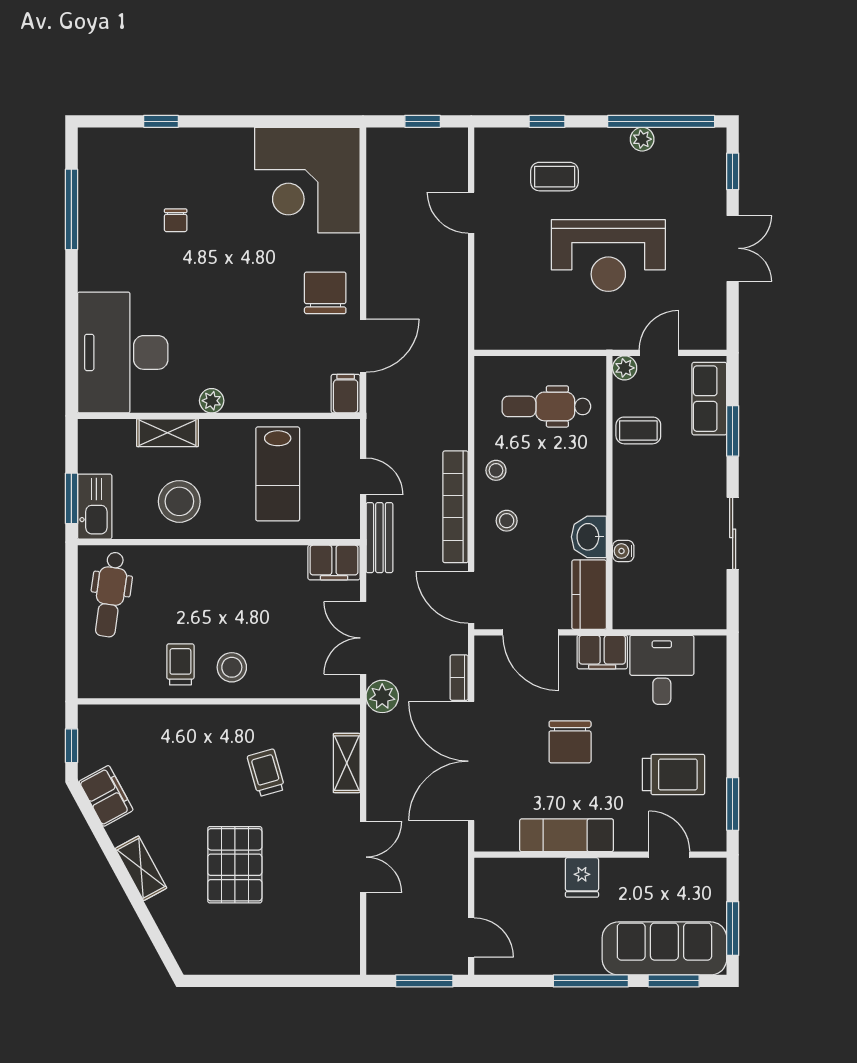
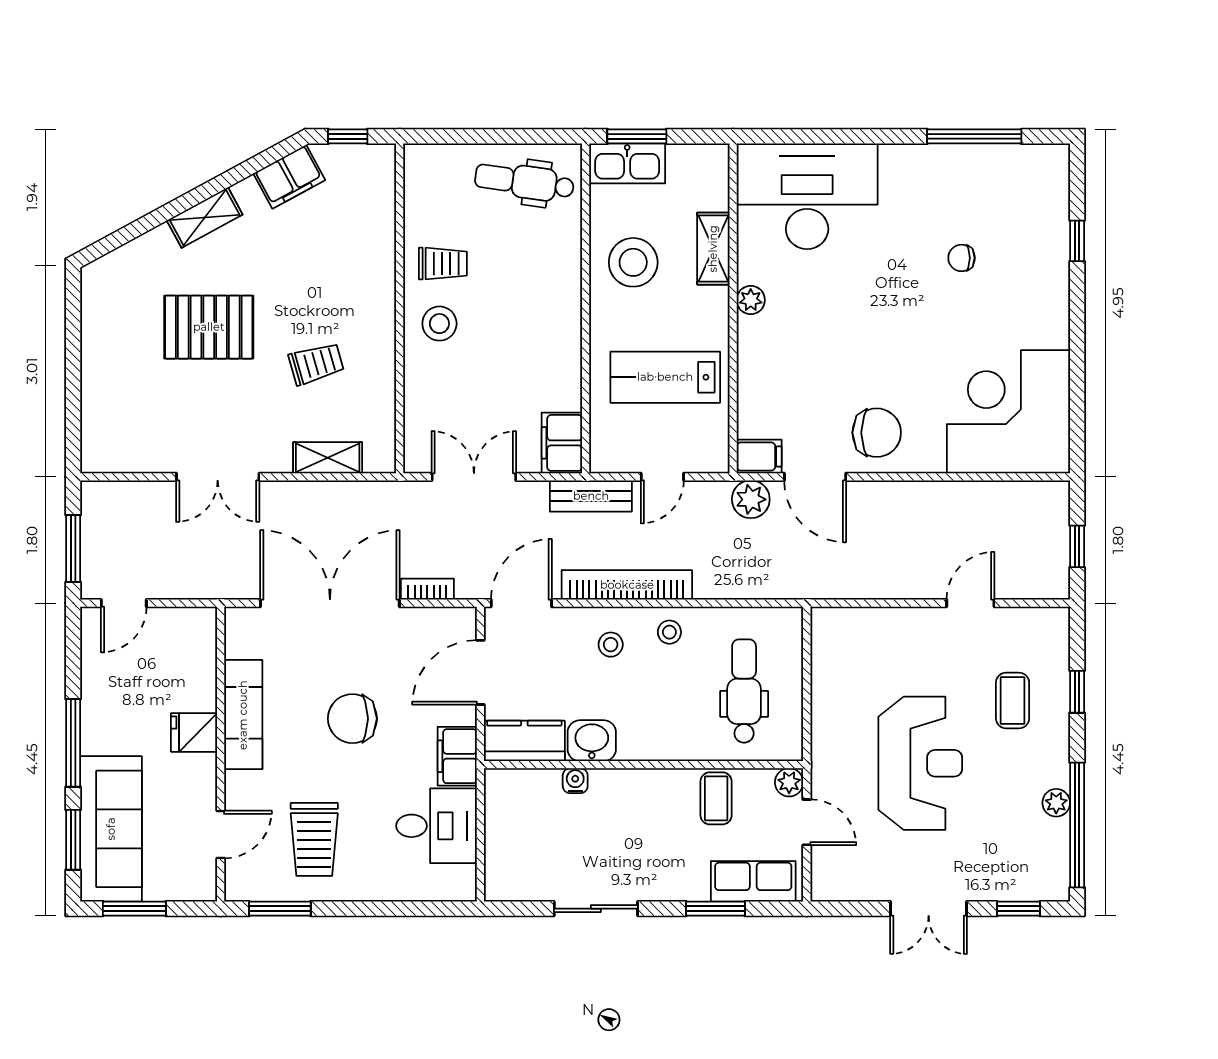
reception desk: (608, 256) -> (920, 763), turned 180
plant: (382, 696) -> (751, 499), moved

